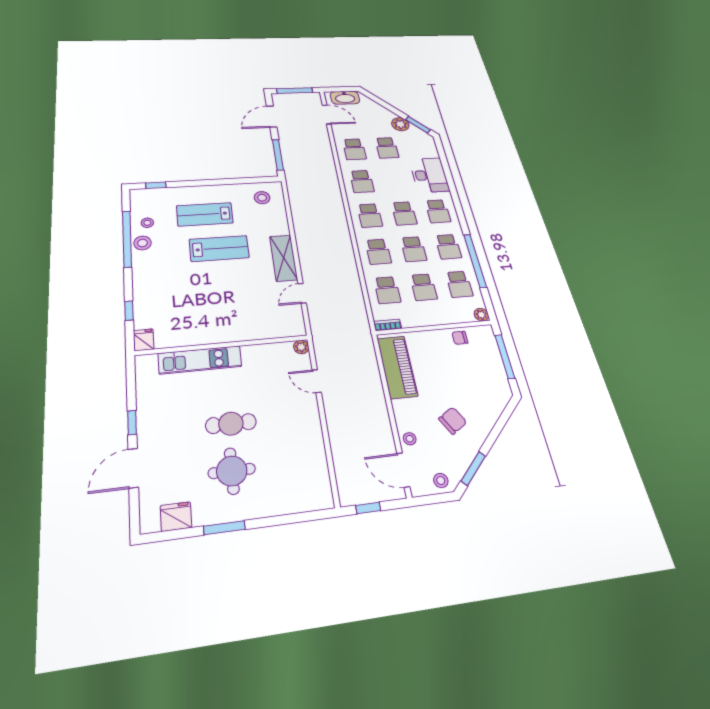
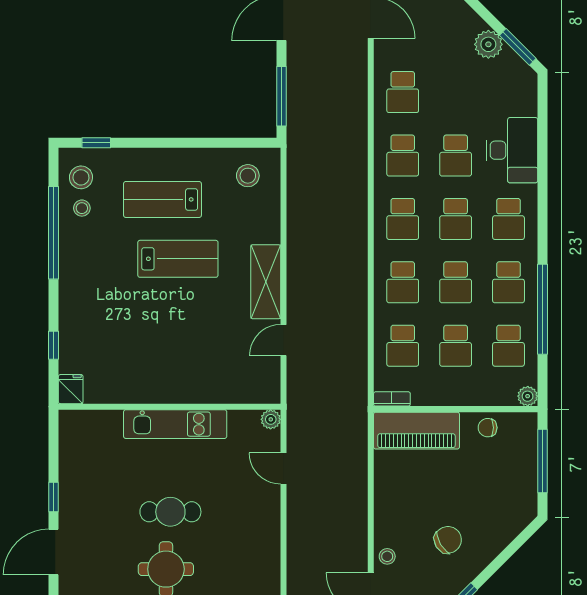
school desk: (387, 148) -> (456, 156), moved
stool: (143, 243) -> (81, 177), moved
kitchen unit: (200, 360) -> (175, 424), moved
piano: (397, 367) -> (416, 431), moved, turned 90

